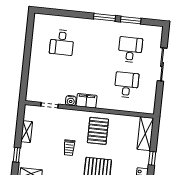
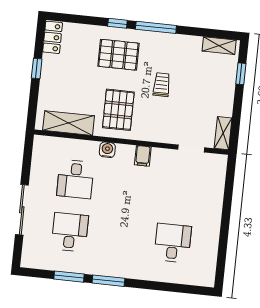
desk: (130, 50) -> (70, 232), turned 180
water cooler: (71, 101) -> (107, 150), moved
filing cabinet: (87, 101) -> (143, 156), width x0.50
shelving: (27, 132) -> (223, 133), moved
shelving: (145, 134) -> (69, 123), moved, turned 90

